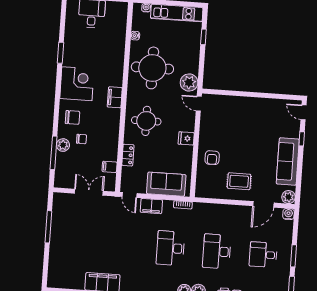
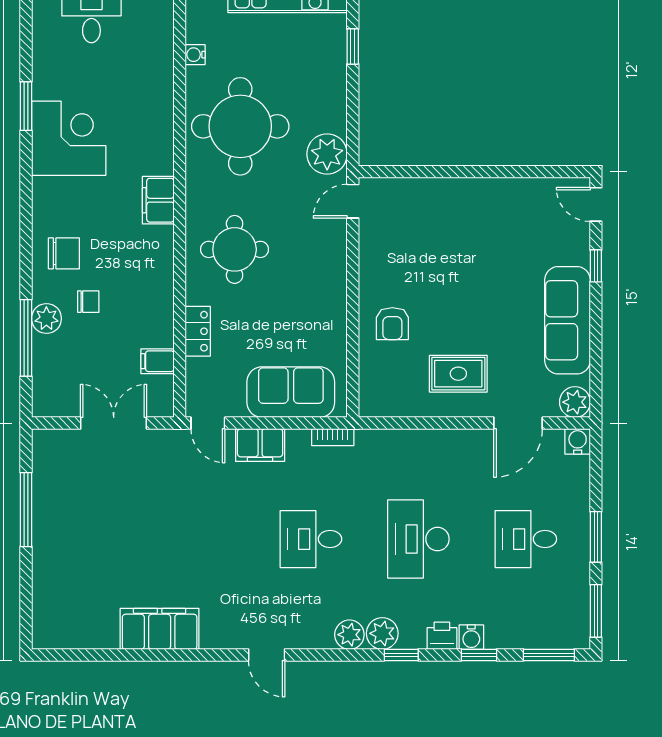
corner desk: (77, 84) -> (69, 138), moved
door: (199, 104) -> (353, 201), hinge flipped
fridge: (186, 138) -> (330, 283), removed
desk: (170, 248) -> (311, 539), width x0.73

